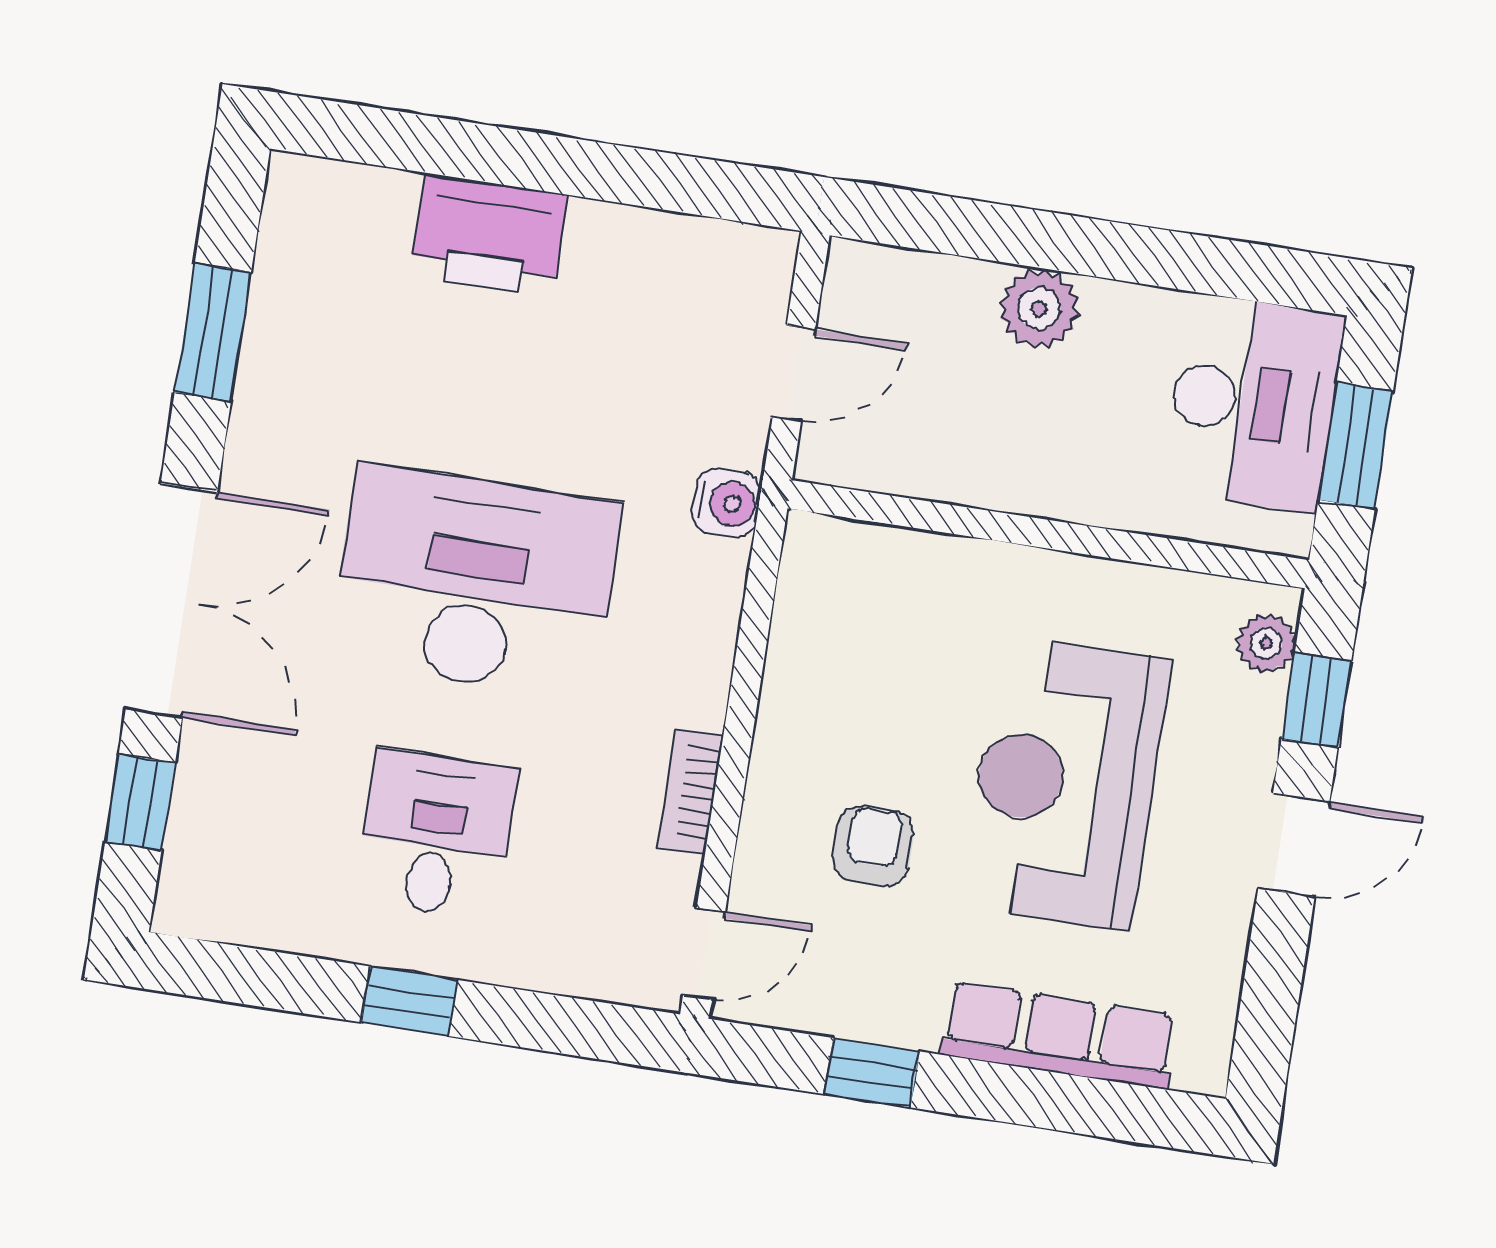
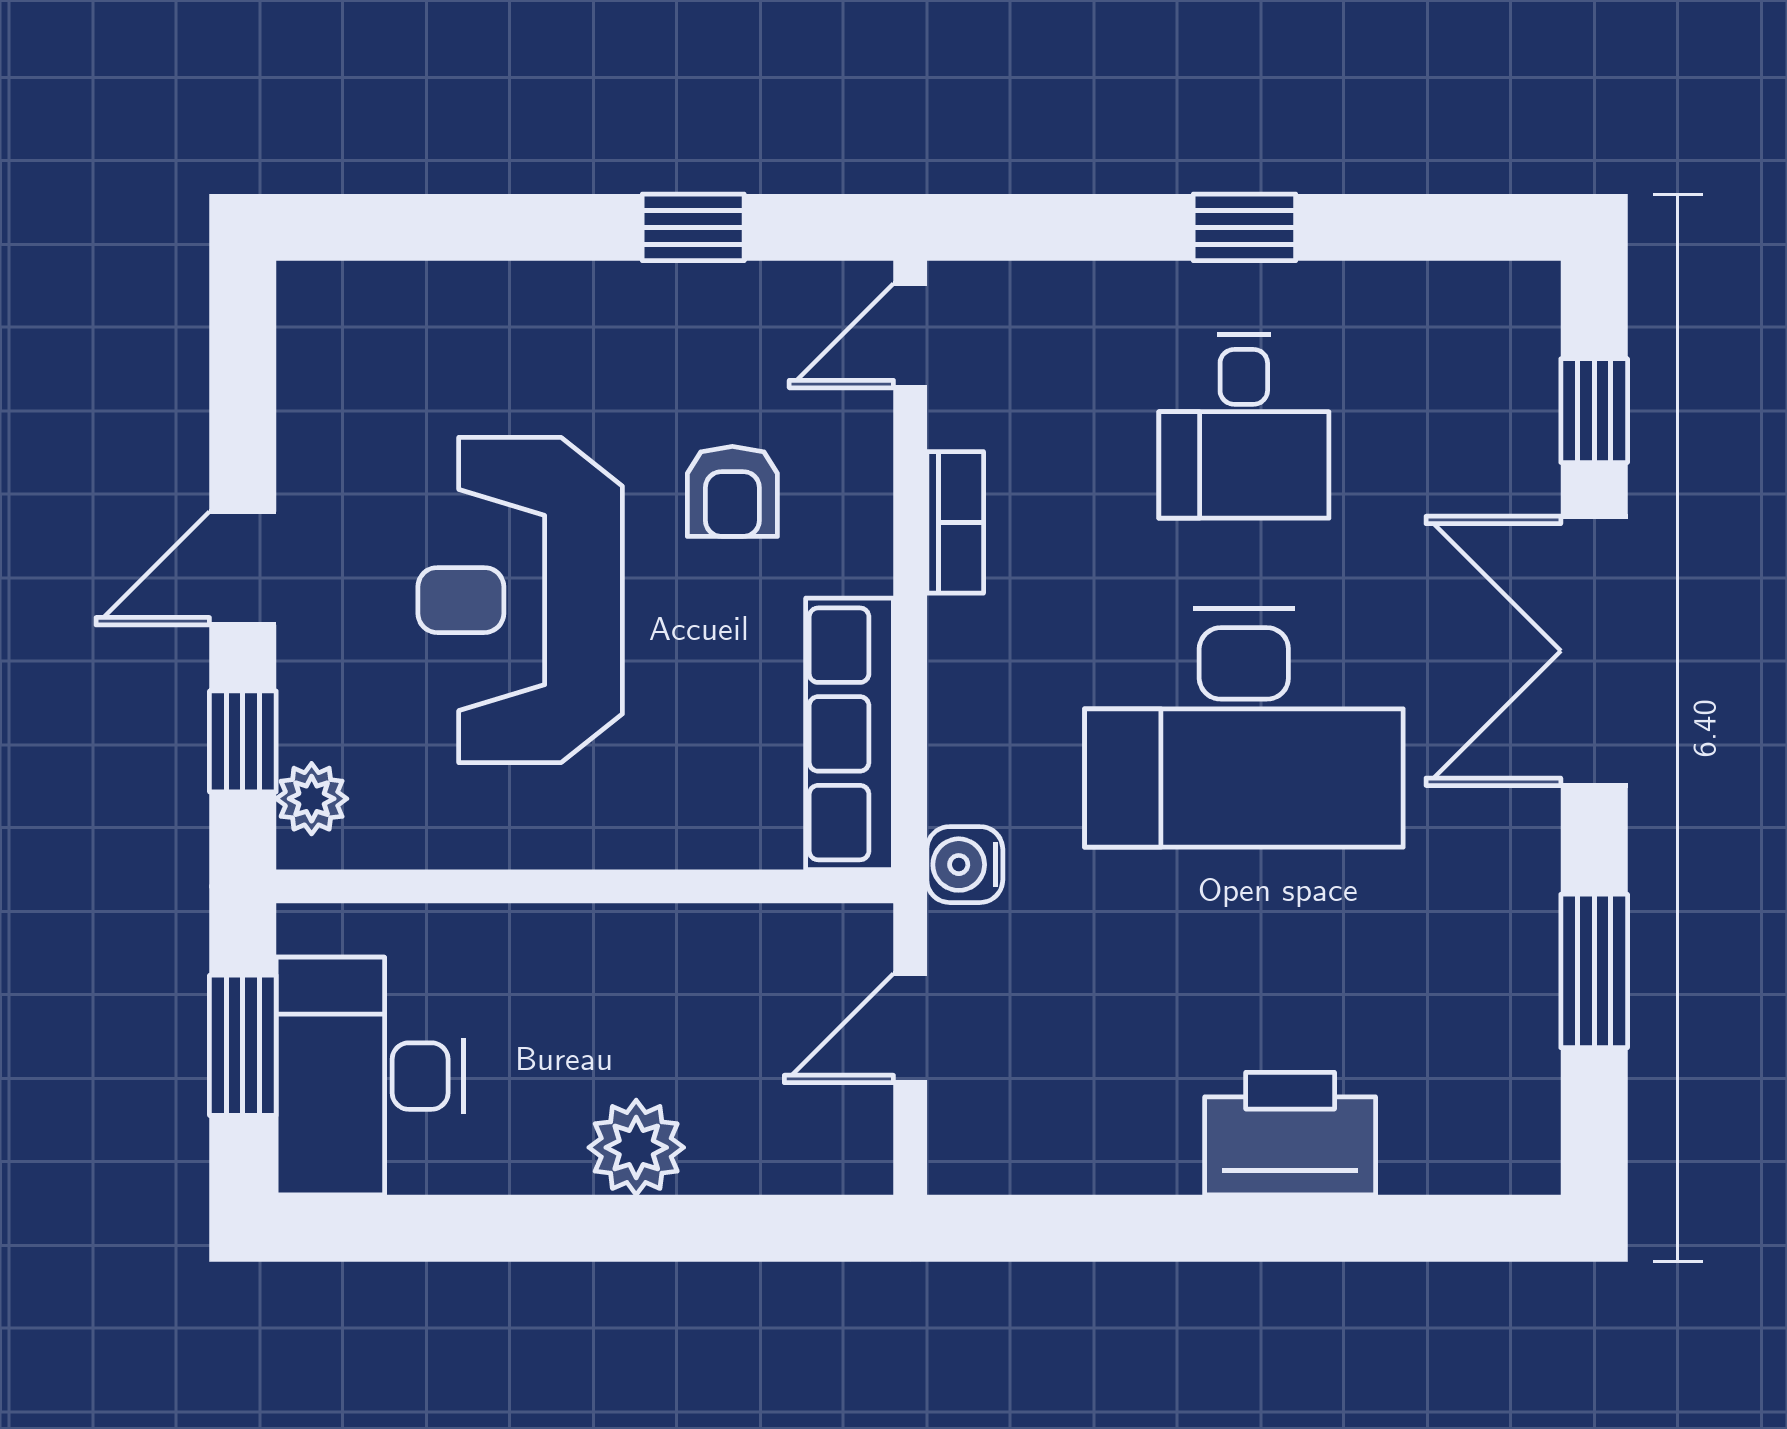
reception desk: (1065, 783) -> (520, 600), turned 180
row of seats: (1059, 1035) -> (850, 734), moved, turned 90

